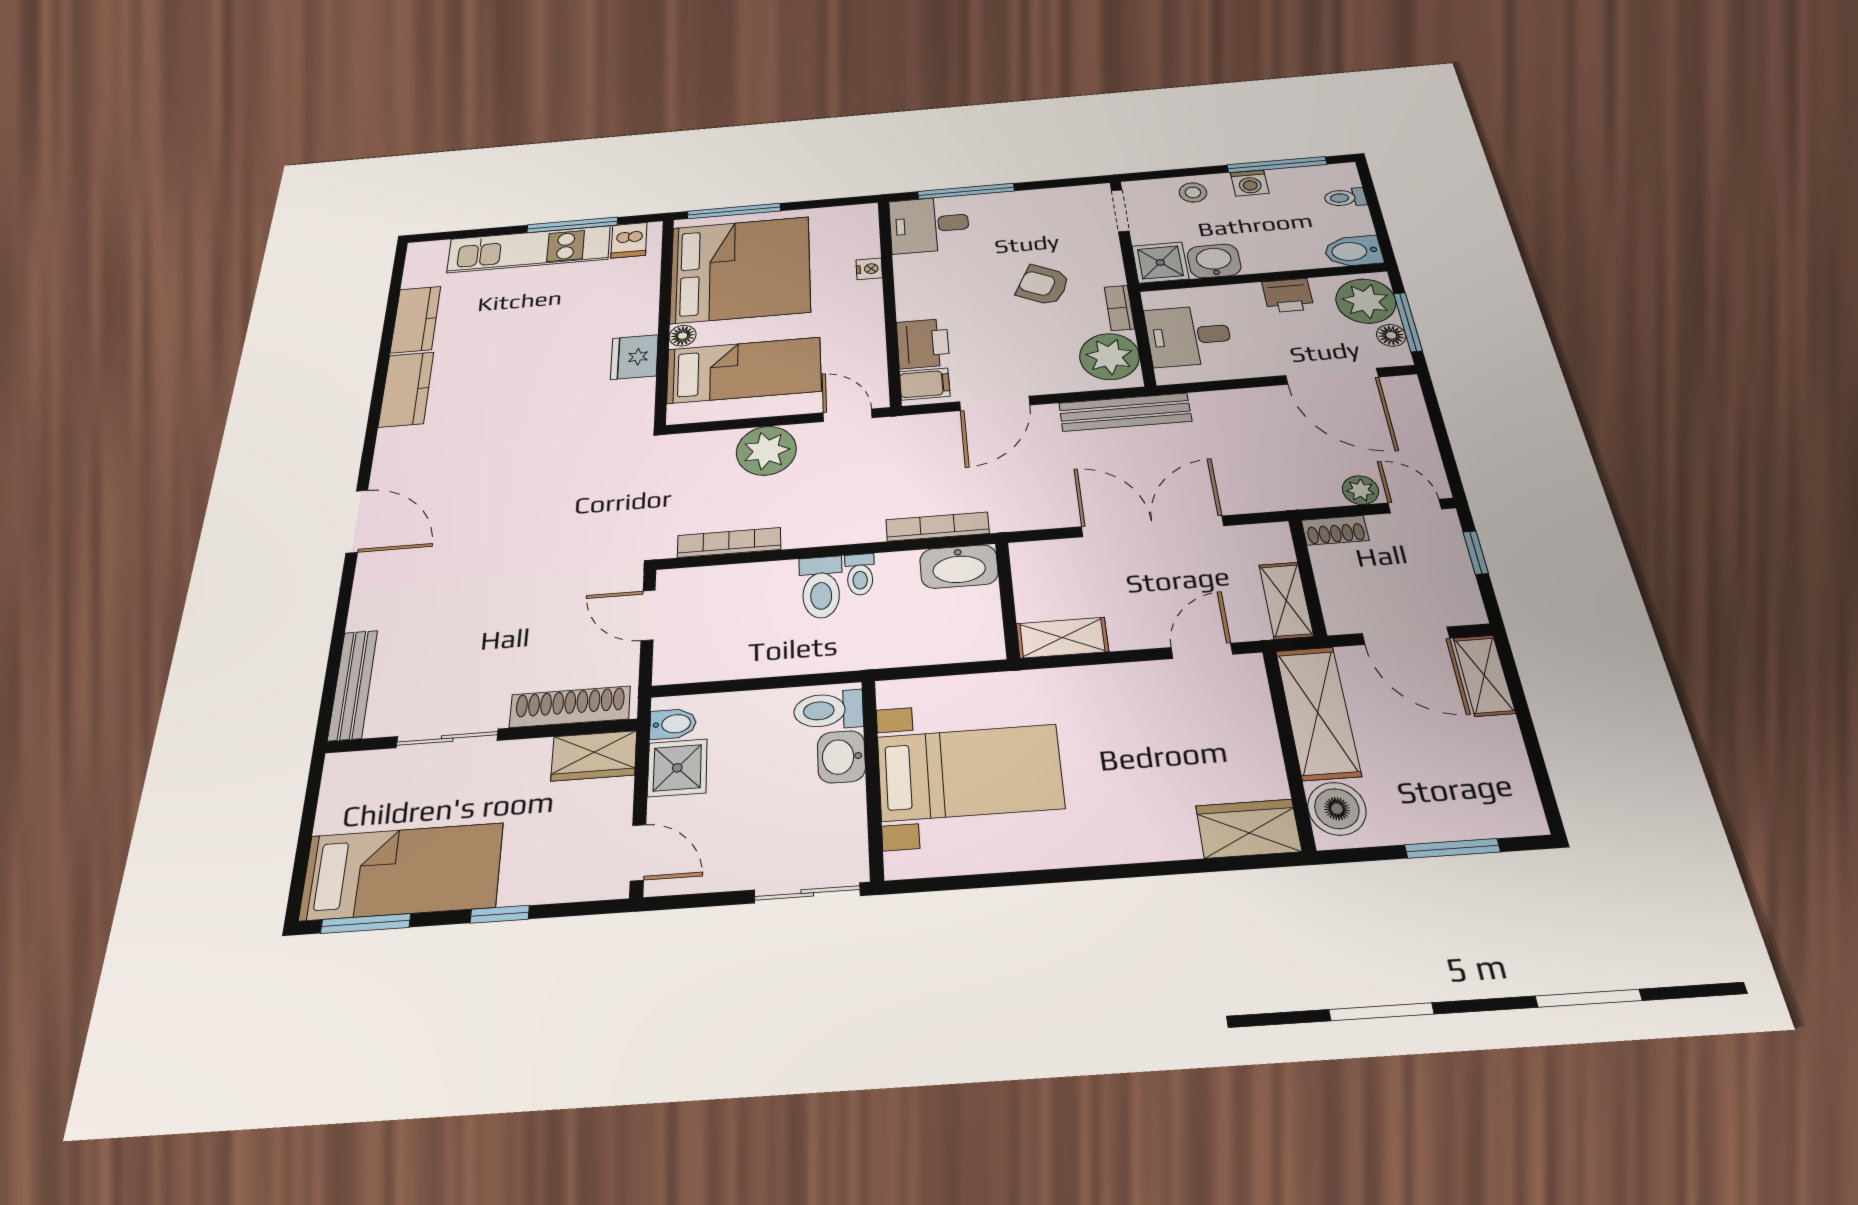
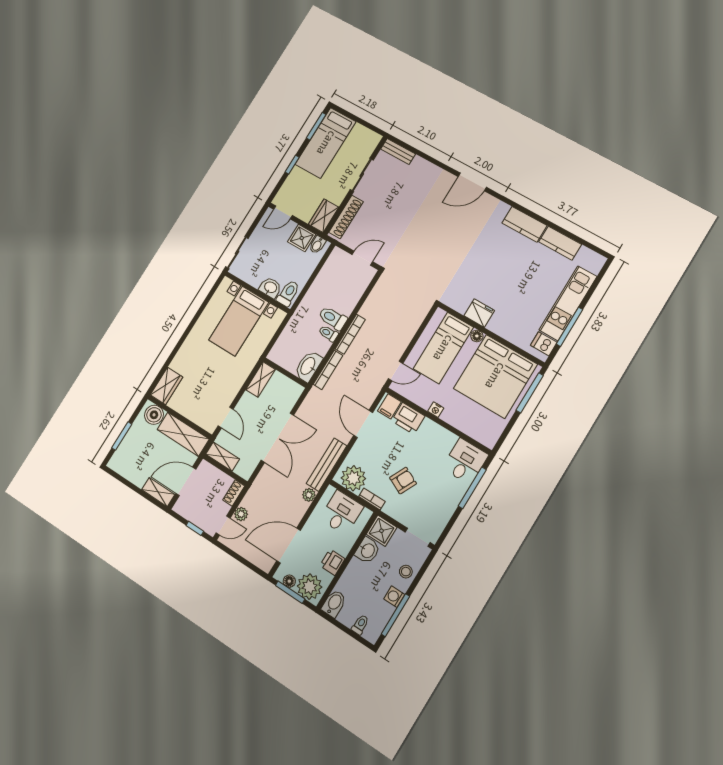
nightstand: (869, 269) -> (436, 410), moved
plant: (766, 451) -> (309, 495), moved, width x0.53, depth x0.53
bookcase: (729, 543) -> (350, 334), moved
bench: (353, 685) -> (398, 152), width x0.73

